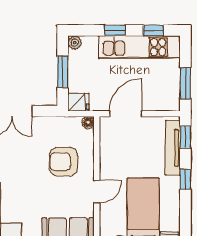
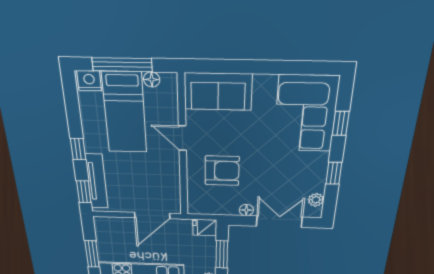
window: (185, 83) -> (92, 254), moved
floor lamp: (88, 122) -> (246, 210), moved
door: (97, 192) -> (182, 138), hinge flipped

